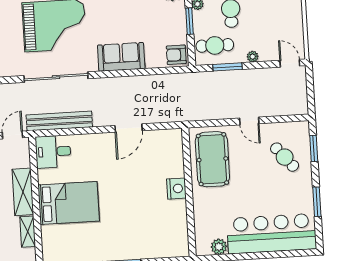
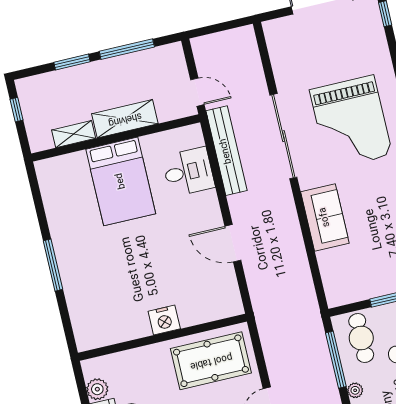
armchair: (176, 55) -> (340, 289), removed
window: (228, 67) -> (336, 360), width x1.44
desk: (53, 152) -> (188, 172), moved, turned 90

